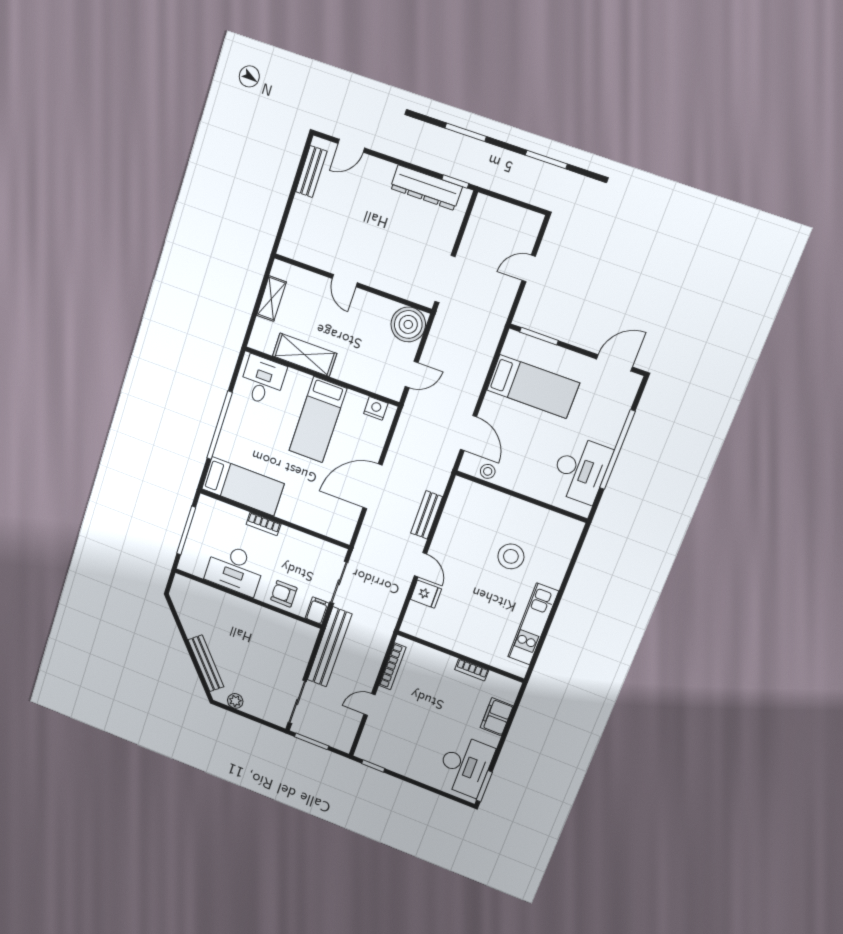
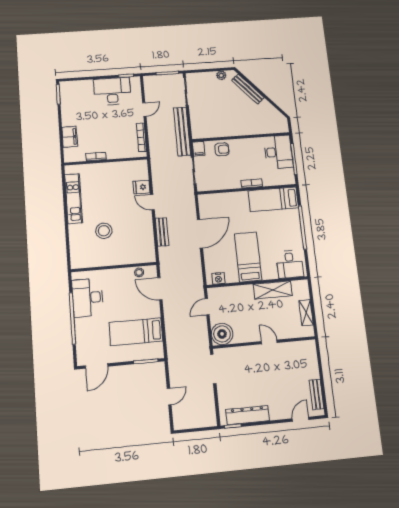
desk: (235, 569) -> (278, 152), moved, turned 90
desk: (465, 766) -> (112, 91), moved, turned 90

